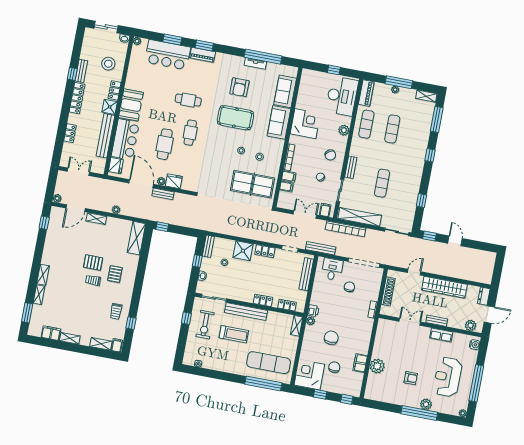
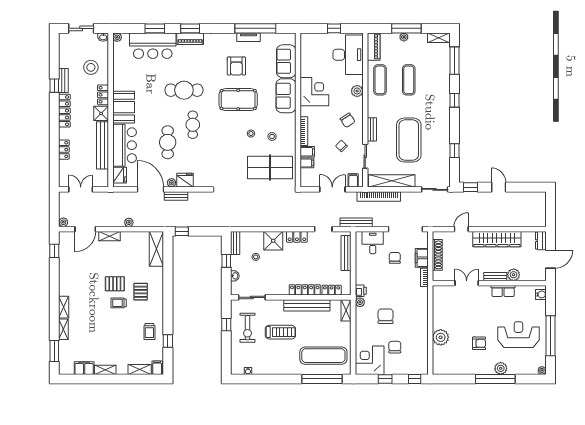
cafe table: (188, 100) -> (184, 90), width x1.37, depth x1.35
exercise mat: (382, 183) -> (409, 140), width x2.00, depth x1.45
locker: (263, 300) -> (305, 290), width x1.53
bench: (246, 312) -> (307, 305), moved
plant: (471, 325) -> (514, 275), moved
filing cabinet: (360, 363) -> (422, 258), moved
reception desk: (448, 377) -> (518, 335), turned 90

